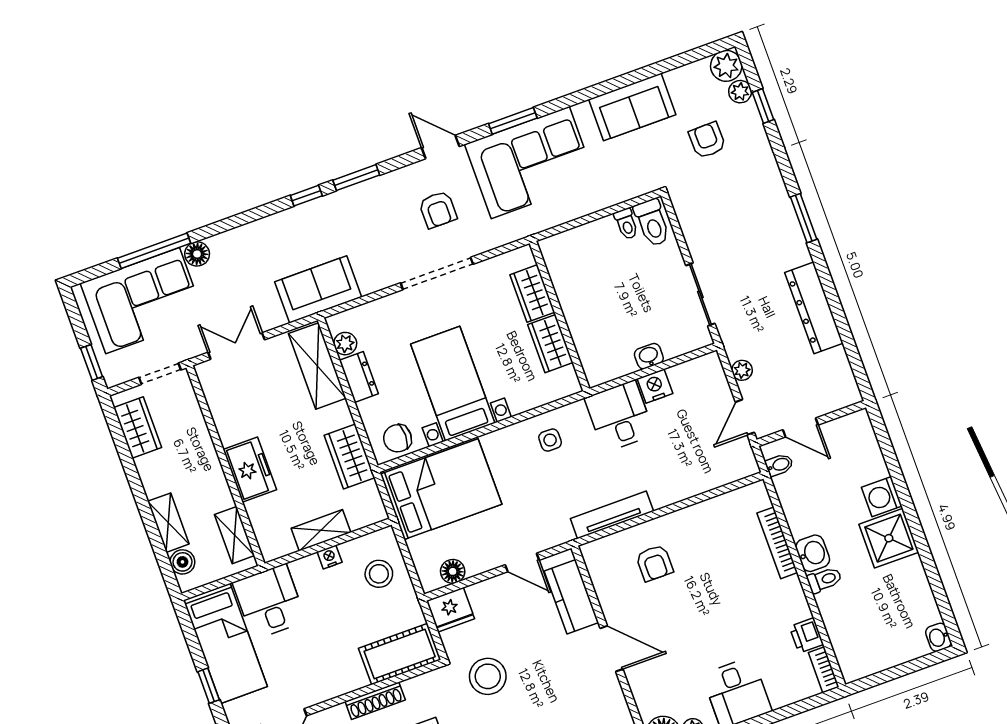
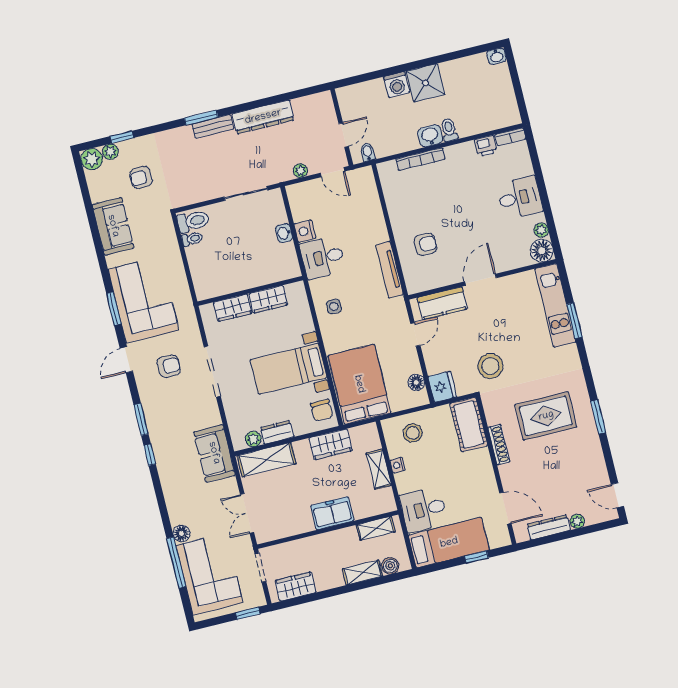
bench: (793, 236) -> (213, 126), added

